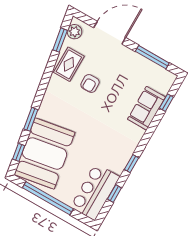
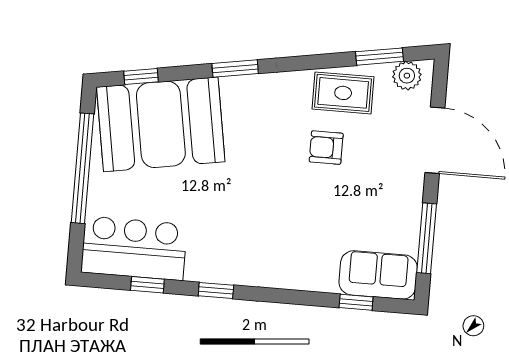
sofa: (146, 108) -> (378, 275), moved
window: (31, 119) -> (235, 69), moved

